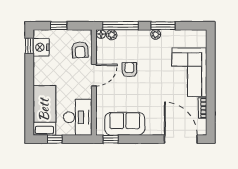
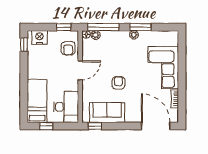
window: (59, 26) -> (64, 27), moved
nightstand: (41, 47) -> (40, 37), moved, turned 90
armchair: (129, 70) -> (118, 83), moved

